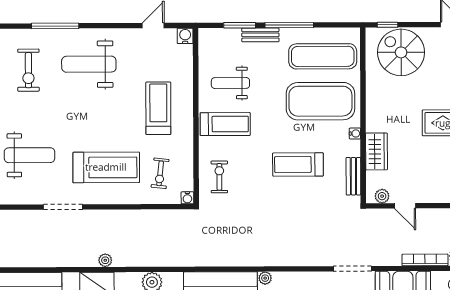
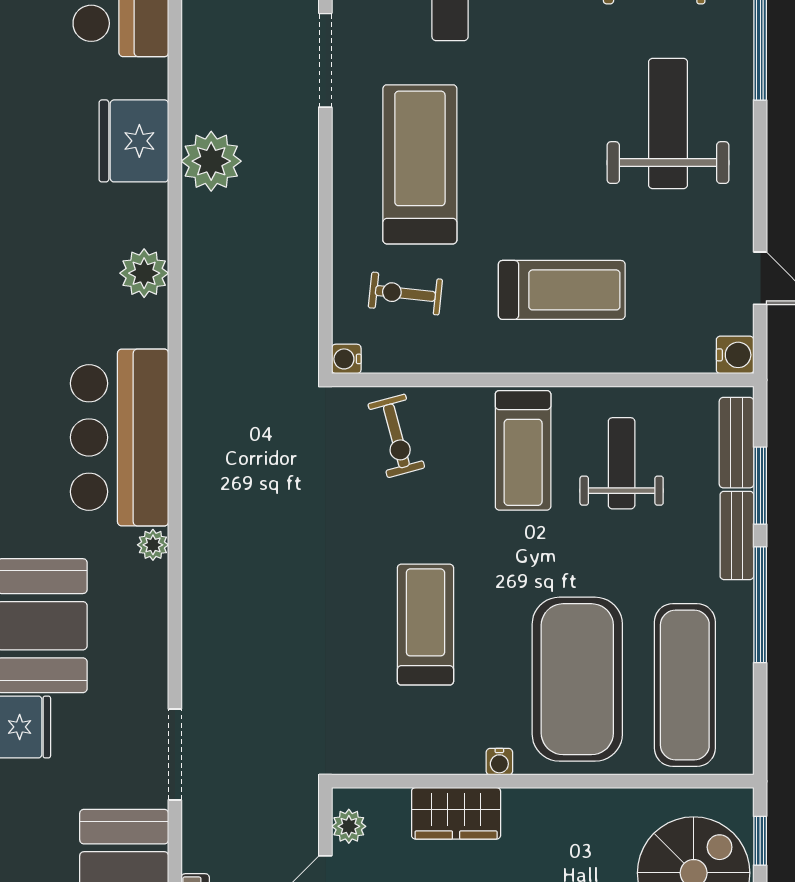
treadmill: (106, 167) -> (420, 164), turned 180
bench: (353, 176) -> (737, 443), moved, turned 90
exercise bike: (219, 177) -> (396, 436), turned 75
plant: (105, 260) -> (211, 161), width x1.87, depth x1.87

